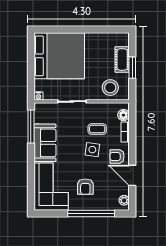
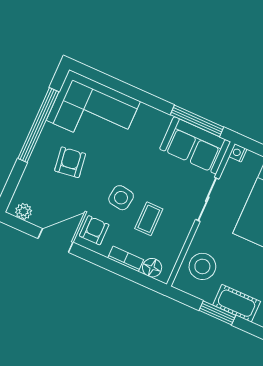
sofa: (45, 143) -> (195, 145), moved
armchair: (85, 187) -> (70, 162), turned 82
window: (91, 214) -> (38, 125), moved

